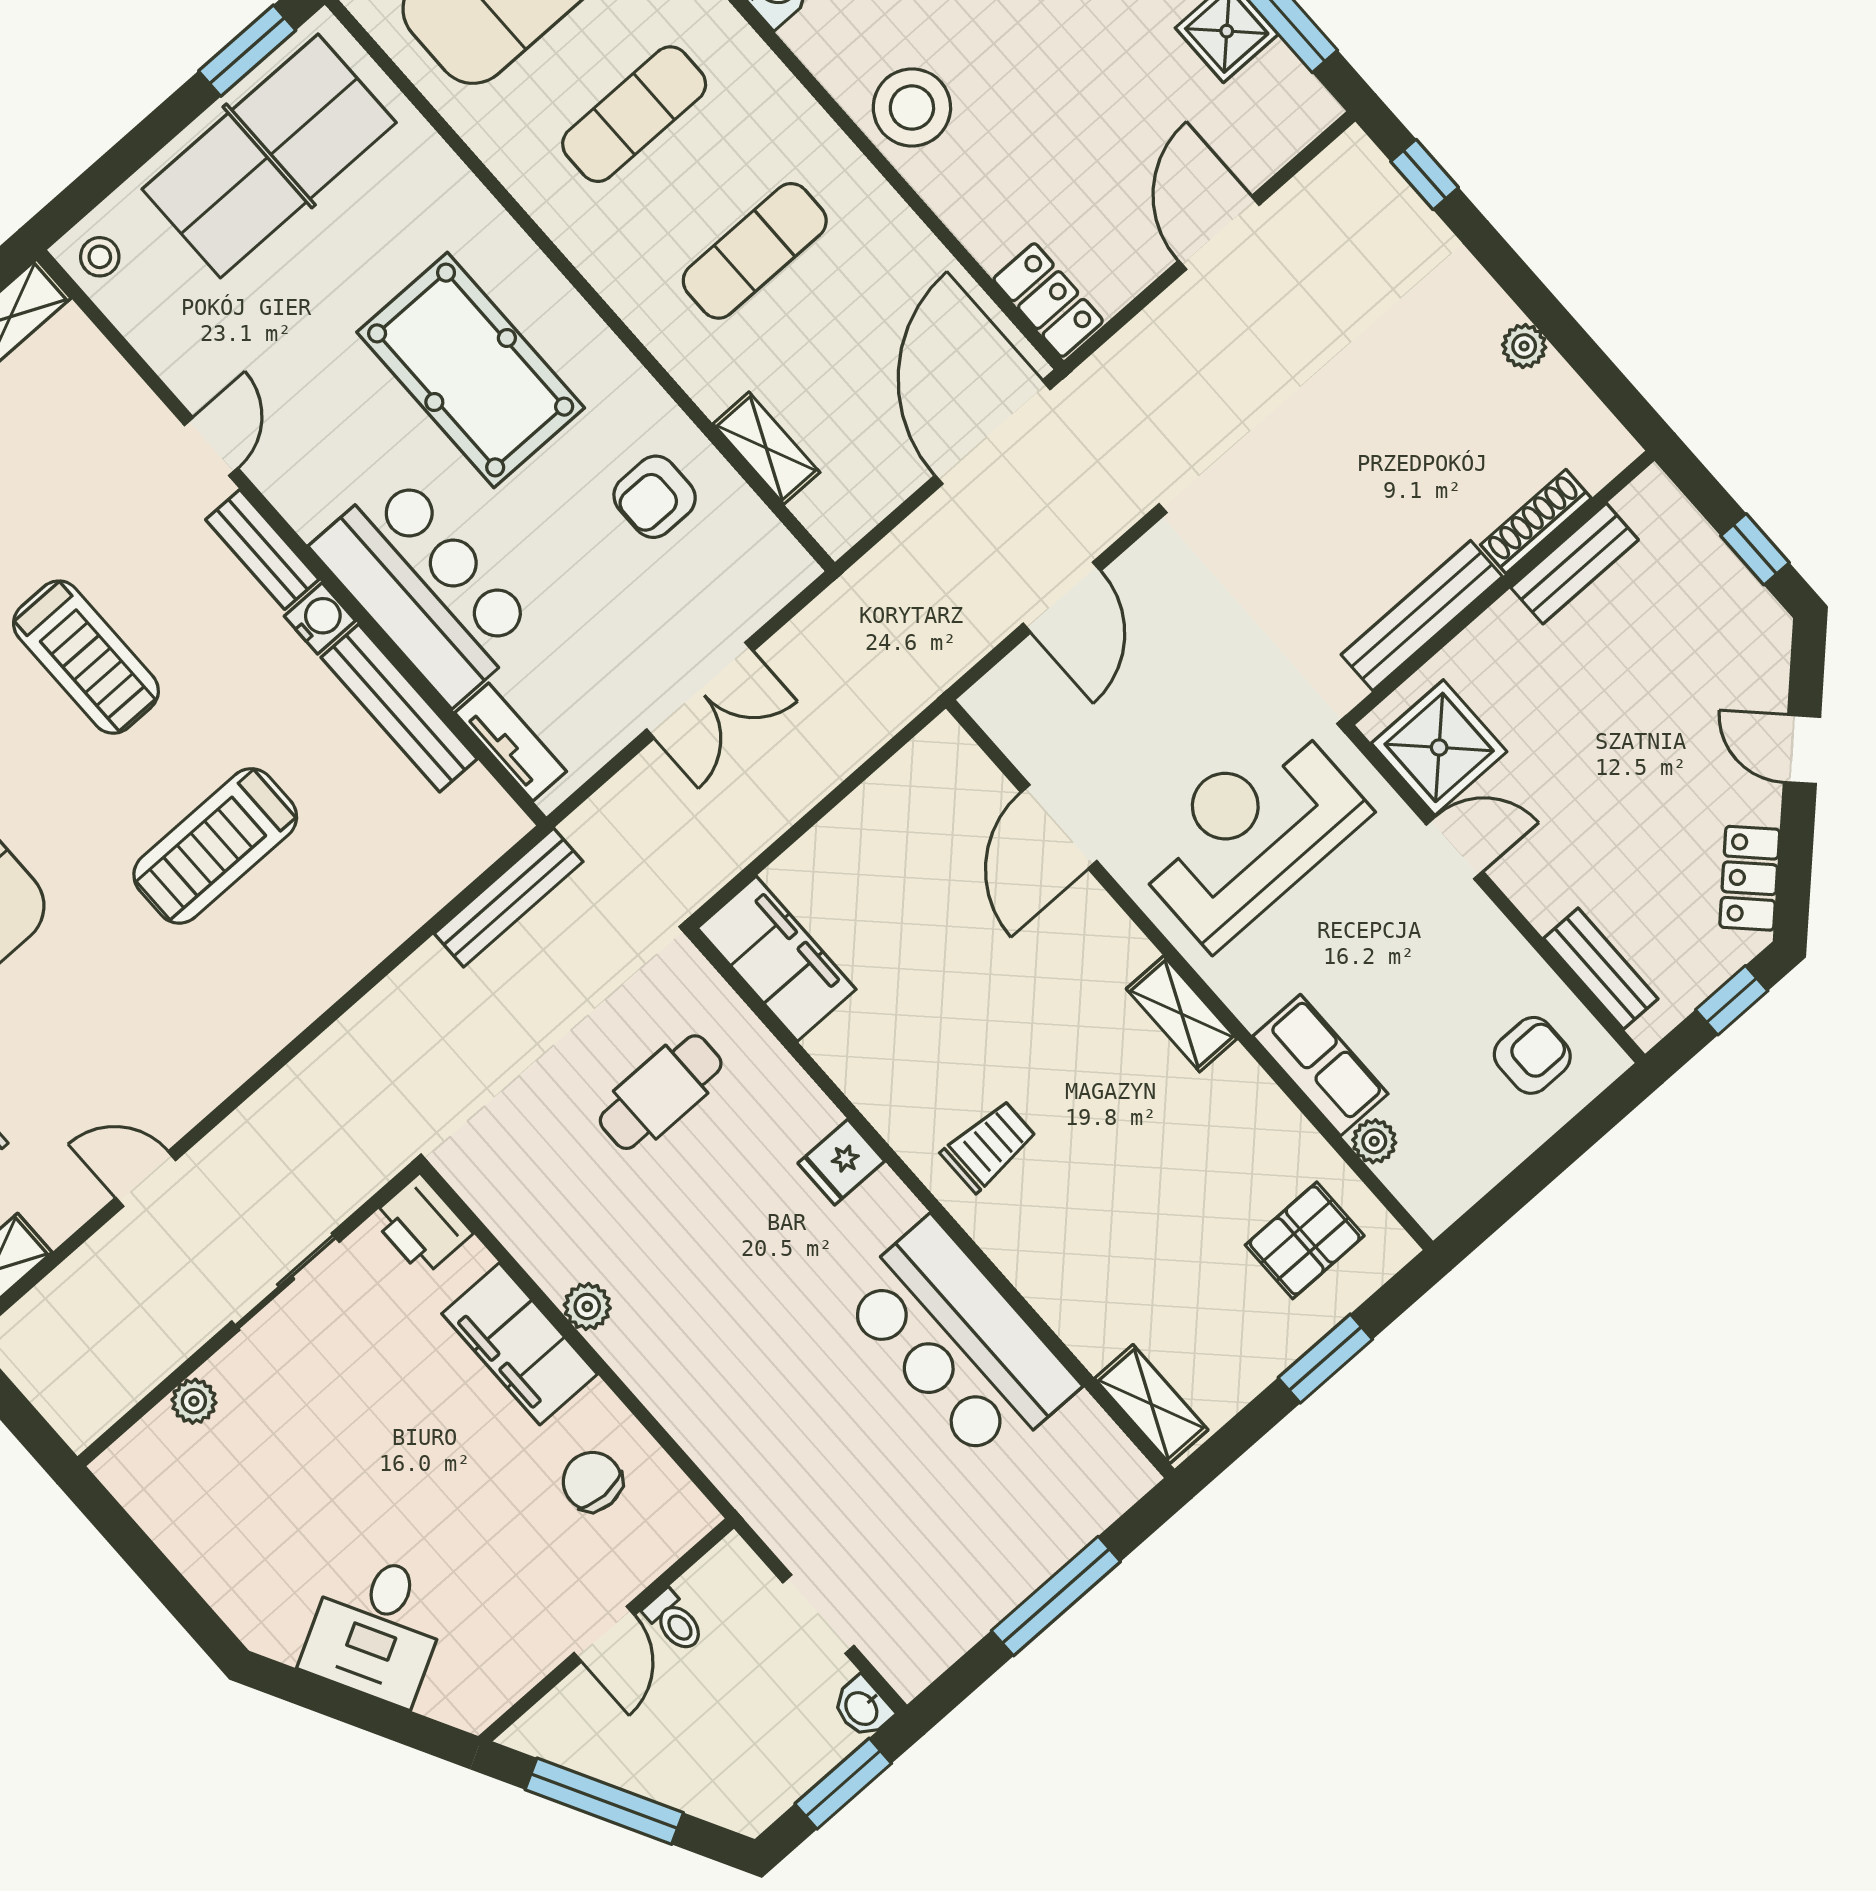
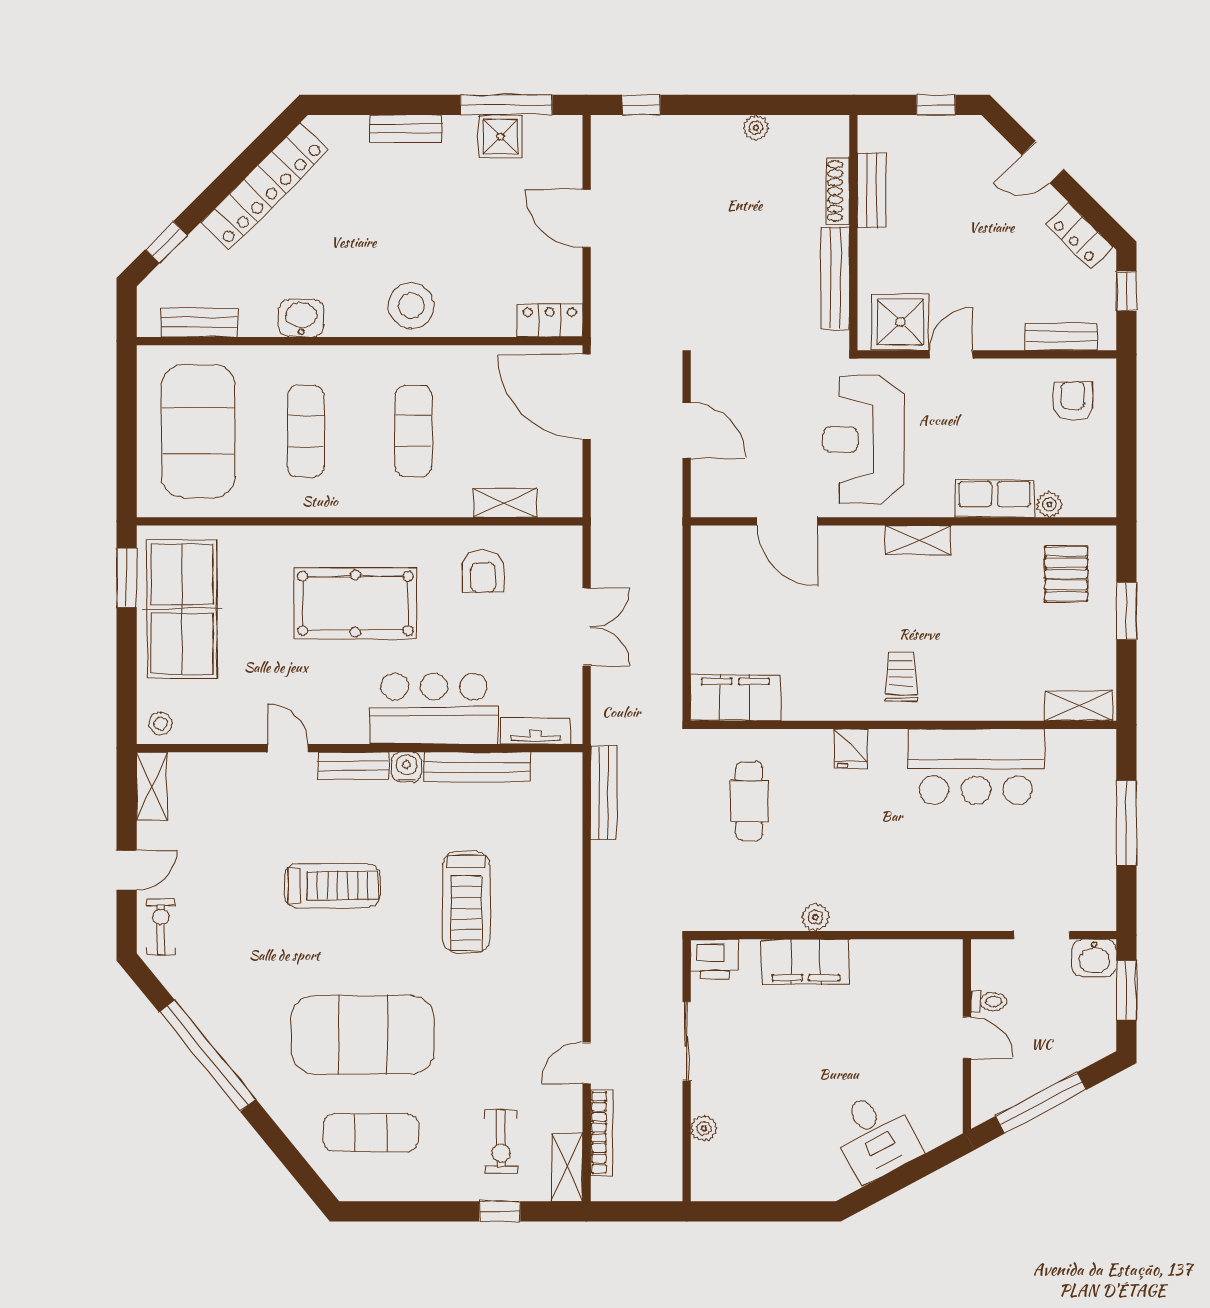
bookcase: (74, 1276) -> (602, 1133), added
chair: (592, 1481) -> (895, 983), removed
washbasin: (862, 1708) -> (1094, 958), width x1.38, depth x1.45

